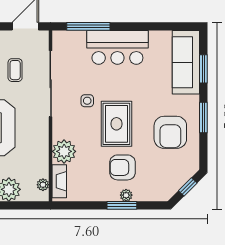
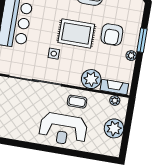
coffee table: (15, 70) -> (77, 102), moved
plant: (126, 195) -> (131, 56), moved

